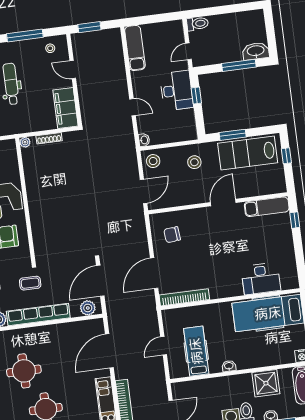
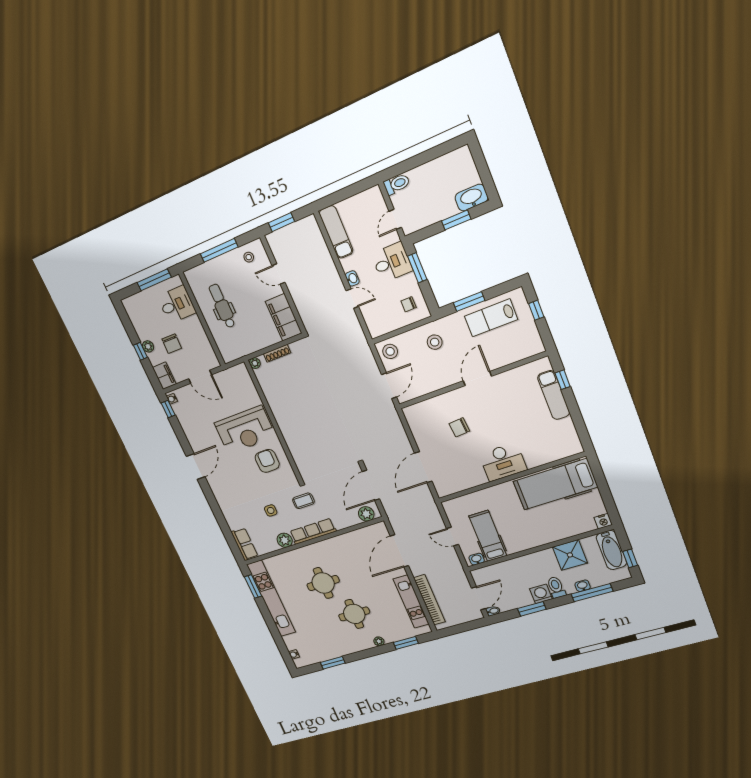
window: (239, 65) -> (456, 220), width x0.69
desk: (177, 90) -> (392, 262), width x0.73
window: (196, 96) -> (417, 268), width x1.50
chair: (180, 124) -> (409, 304), added
washbasin: (144, 140) -> (352, 278), moved
lab bench: (248, 153) -> (491, 318), width x0.73, depth x0.72
exam couch: (267, 207) -> (554, 395), moved, turned 90
chair: (172, 235) -> (459, 427), moved
desk: (261, 279) -> (503, 462), moved
bookcase: (184, 297) -> (461, 485), removed
row of seats: (38, 315) -> (313, 531), width x0.73
door: (164, 346) -> (453, 537), hinge flipped
washbasin: (229, 366) -> (477, 559), moved

